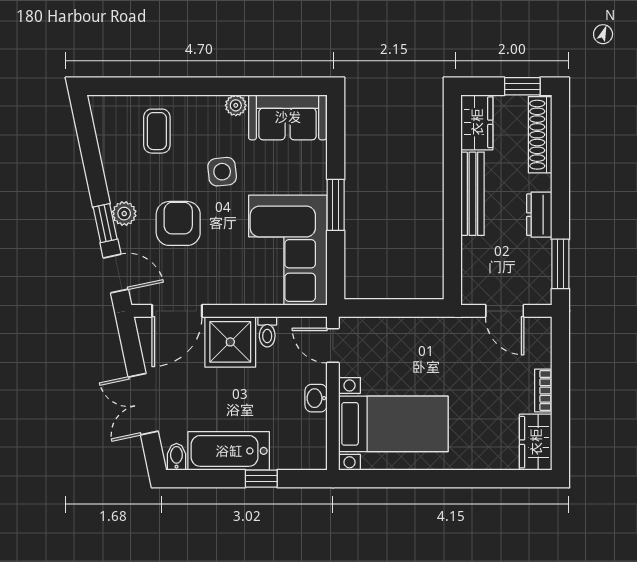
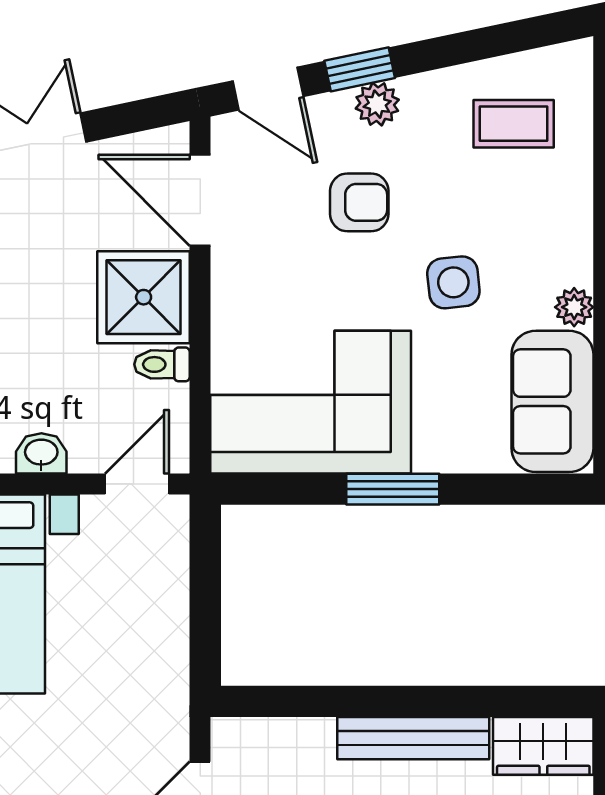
coffee table: (157, 131) -> (514, 124), moved
armchair: (178, 223) -> (359, 202), width x0.72, depth x0.72
door: (116, 274) -> (268, 89), hinge flipped

